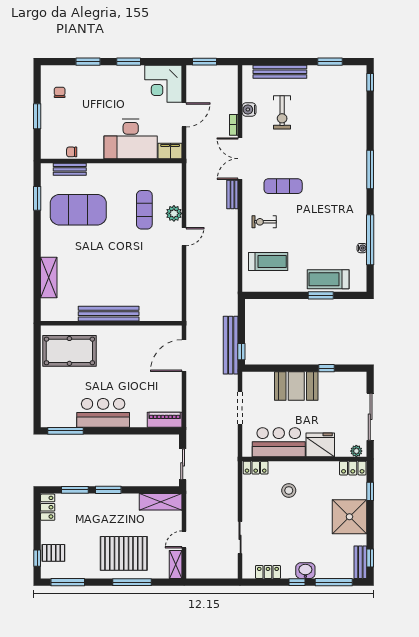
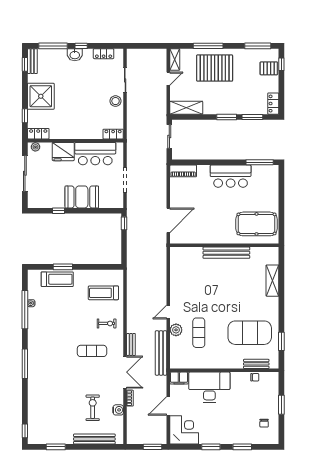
bench: (231, 345) -> (161, 353), moved
stool: (289, 490) -> (116, 101), moved

